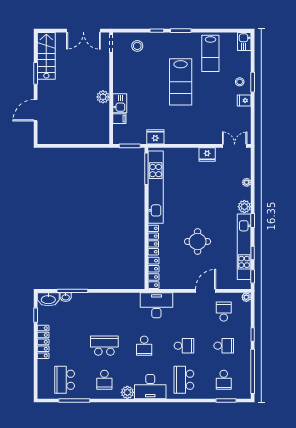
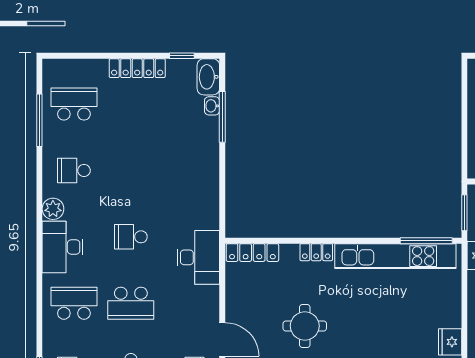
locker: (153, 240) -> (316, 252), width x0.66
school desk: (104, 346) -> (131, 170), removed
school desk: (184, 346) -> (131, 303), width x1.85

